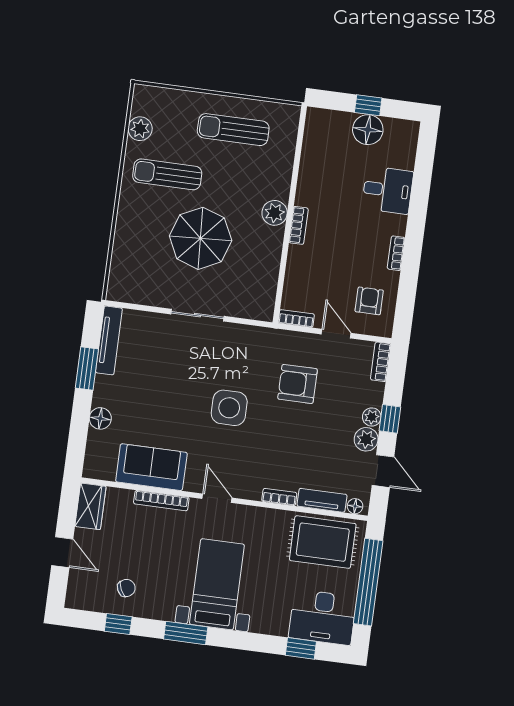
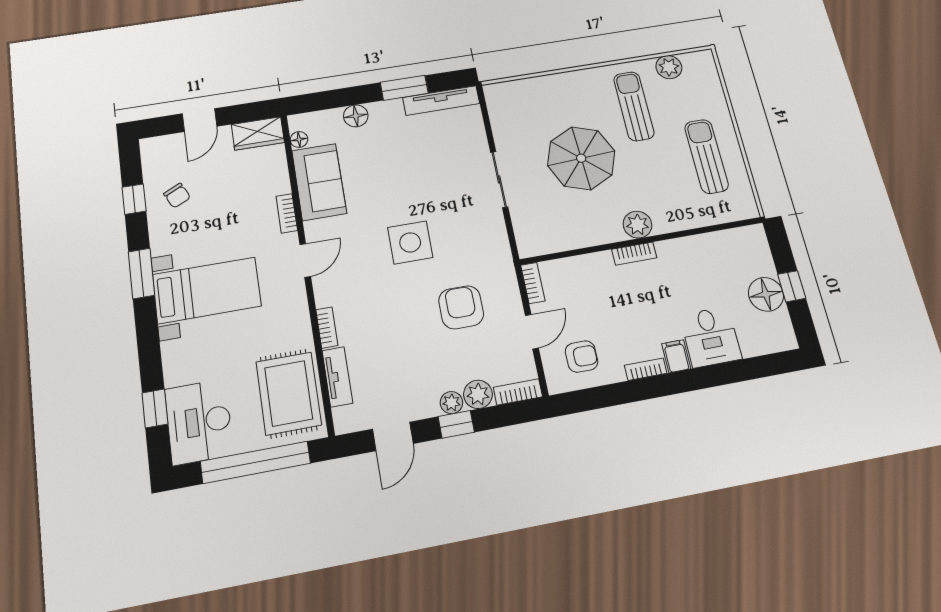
filing cabinet: (394, 224) -> (676, 356), added
plant: (366, 439) -> (478, 394), moved
bookcase: (161, 501) -> (287, 213), width x0.64
floor lamp: (355, 506) -> (299, 139), moved

